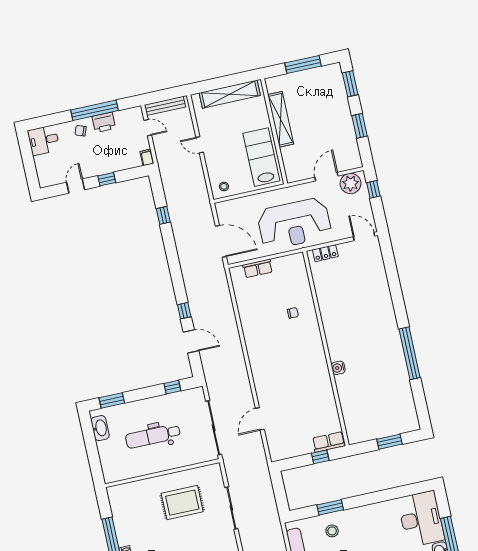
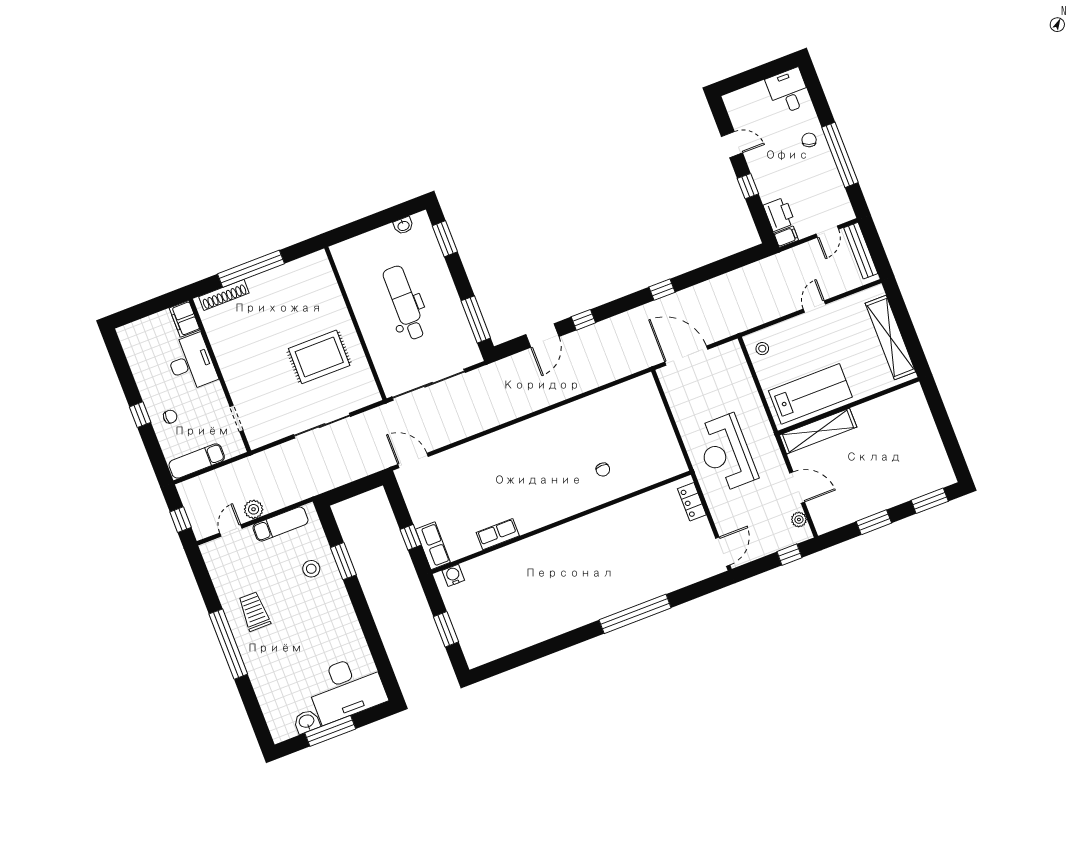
window: (303, 64) -> (946, 432), removed
shelving: (281, 119) -> (818, 431), moved
printer: (104, 122) -> (779, 214), moved, turned 180
plant: (351, 183) -> (799, 520), width x0.53, depth x0.53
window: (163, 215) -> (662, 290), moved
reception desk: (294, 224) -> (726, 453), width x0.74, depth x0.77
door: (221, 241) -> (686, 356), swing flipped
row of seats: (258, 268) -> (498, 534), moved, turned 90
window: (409, 353) -> (635, 614), moved
water cooler: (338, 368) -> (453, 575), moved
window: (172, 387) -> (476, 319), width x2.17
door: (260, 419) -> (413, 461), moved
washbasin: (100, 428) -> (403, 226), width x0.52, depth x0.69
rug: (182, 503) -> (319, 357), turned 90

